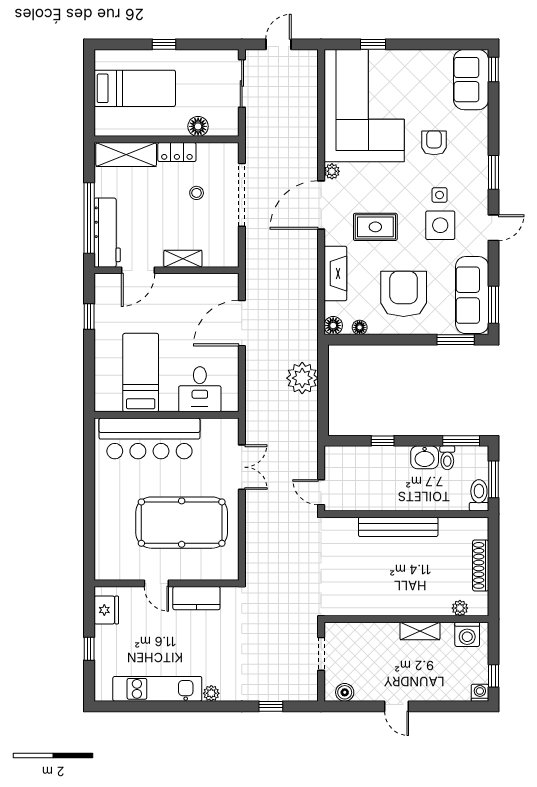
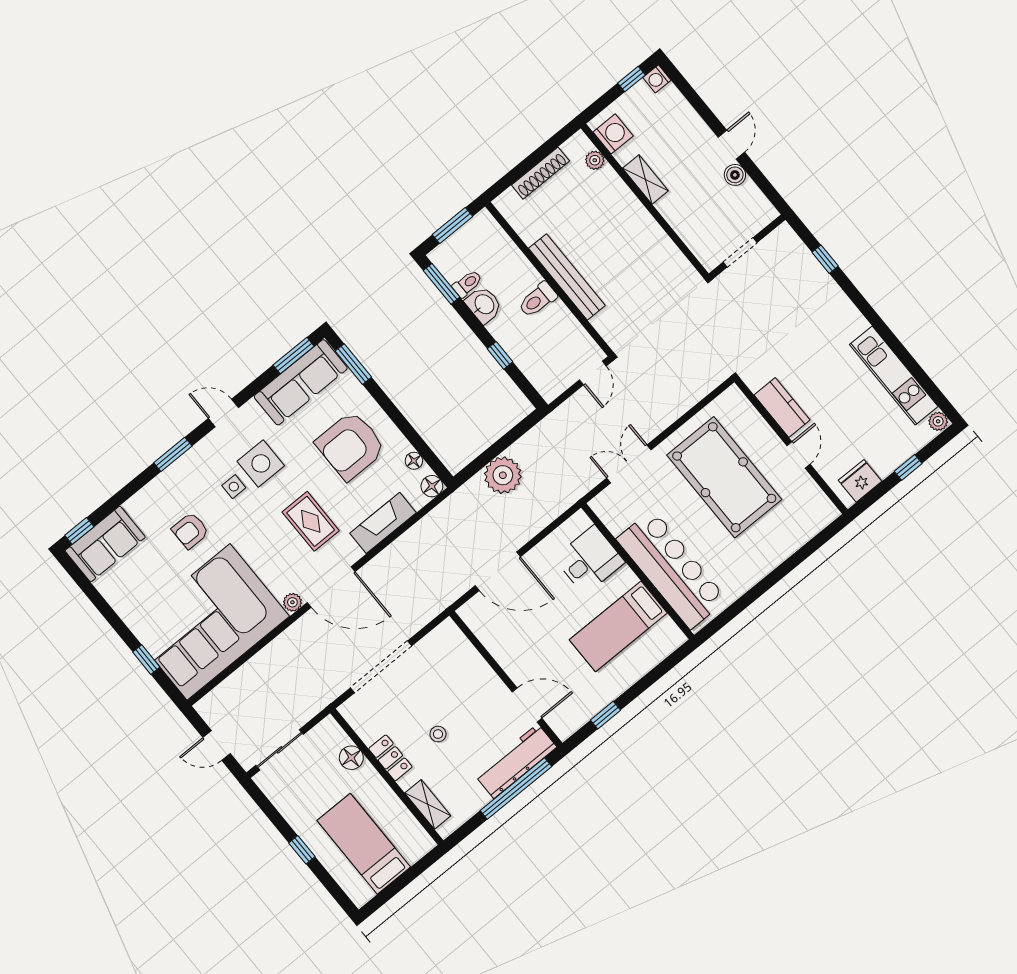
shelving: (126, 155) -> (428, 804), width x0.67, depth x0.75
stool: (197, 193) -> (438, 734), moved
shelving: (183, 259) -> (483, 673), removed
toilet: (479, 495) -> (538, 300), moved
boiler: (345, 692) -> (735, 175), moved
plant: (211, 693) -> (938, 421), moved

